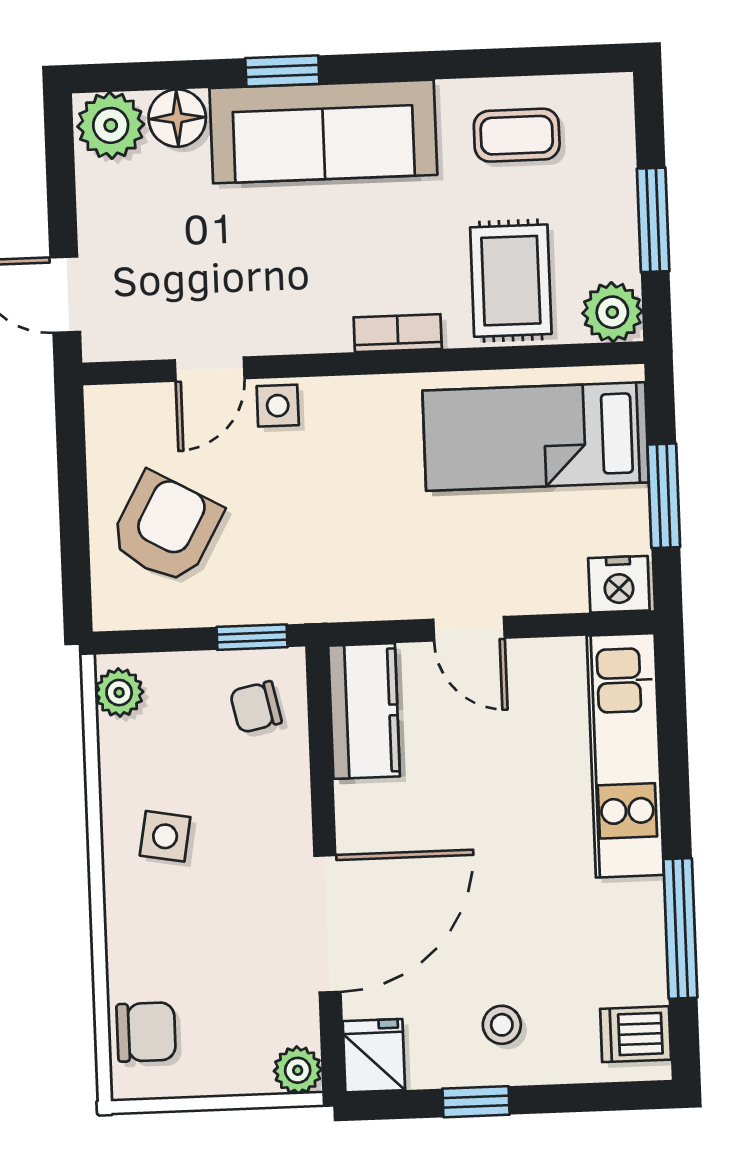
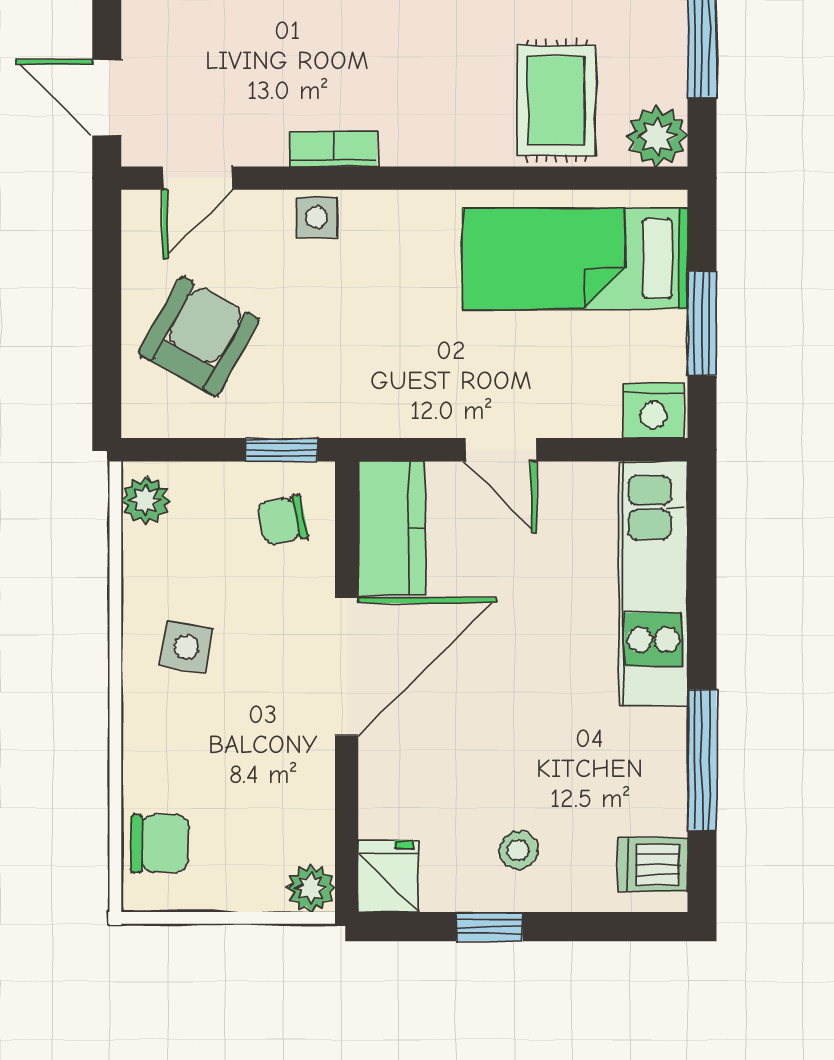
bookcase: (398, 333) -> (333, 149), moved
door: (210, 369) -> (198, 178), moved
door: (327, 924) -> (347, 667), moved

